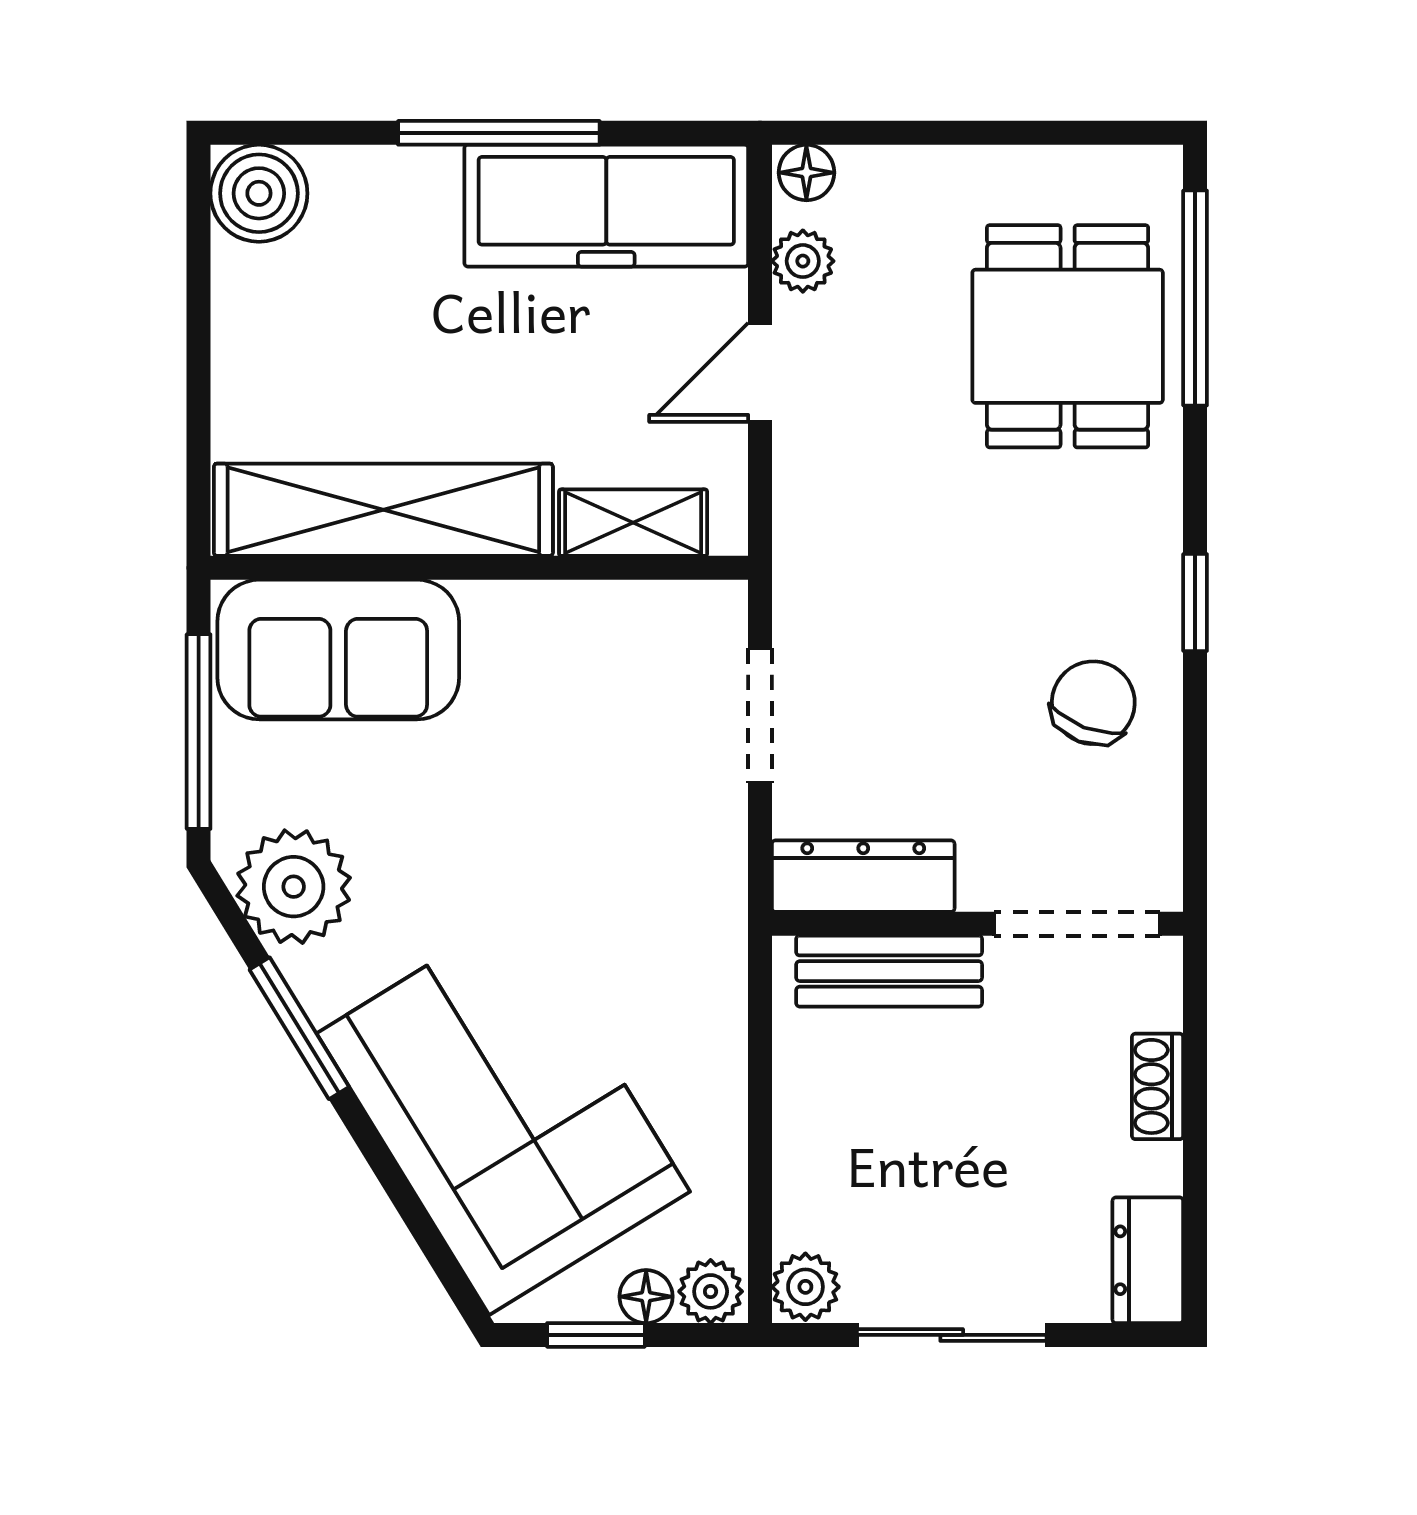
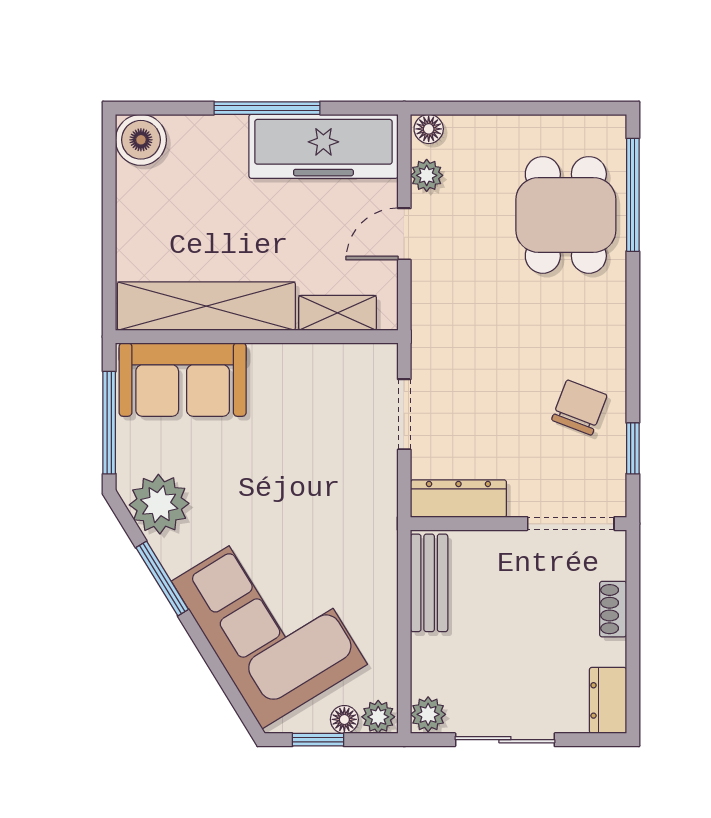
window: (1195, 603) -> (633, 448), moved
bench: (889, 971) -> (429, 583), moved, turned 90

